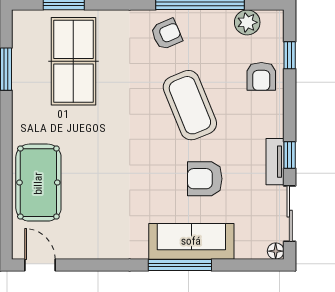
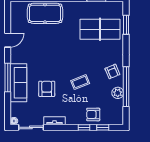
plant: (247, 22) -> (118, 93), moved
coffee table: (190, 105) -> (80, 82), width x0.54, depth x0.58
window: (290, 155) -> (84, 127), moved
door: (40, 265) -> (8, 40), moved

